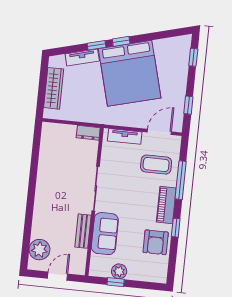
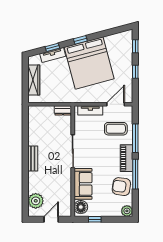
window: (97, 45) -> (52, 47), moved
window: (188, 105) -> (135, 72), moved
window: (176, 228) -> (135, 174), width x2.17
bench: (83, 231) -> (33, 158), moved
armchair: (156, 242) -> (121, 187), turned 98
floor lamp: (99, 264) -> (81, 207), added
plant: (119, 271) -> (127, 211), moved

